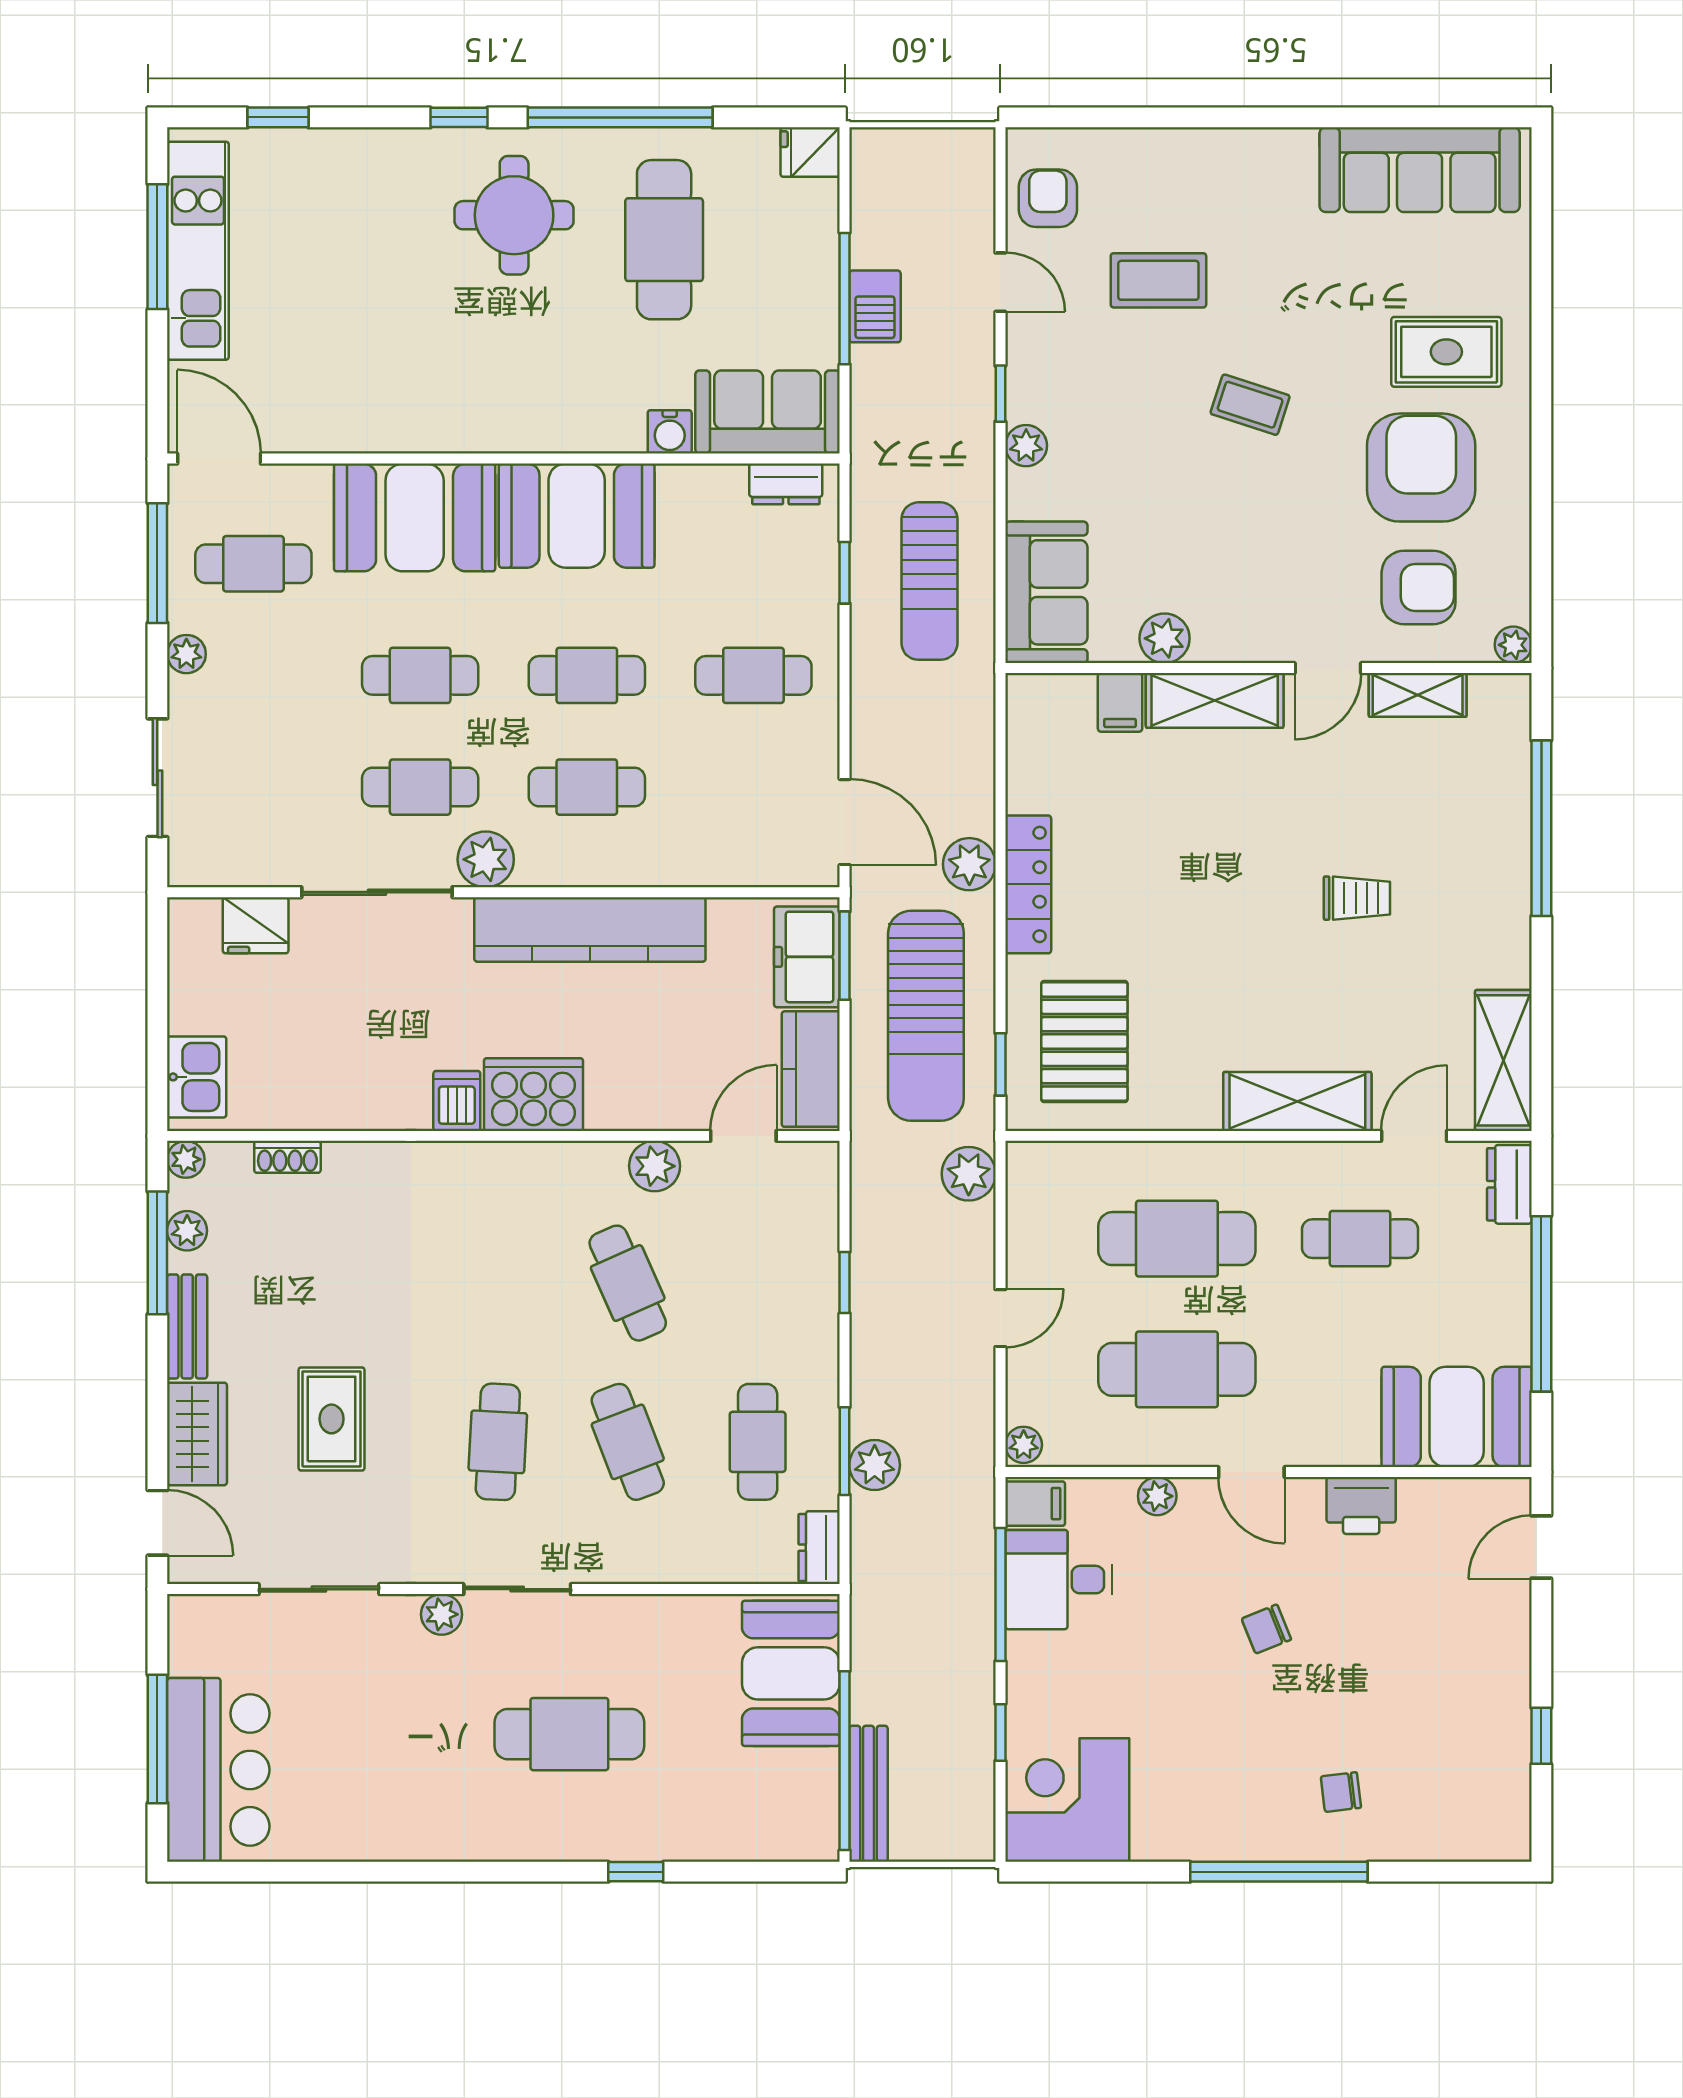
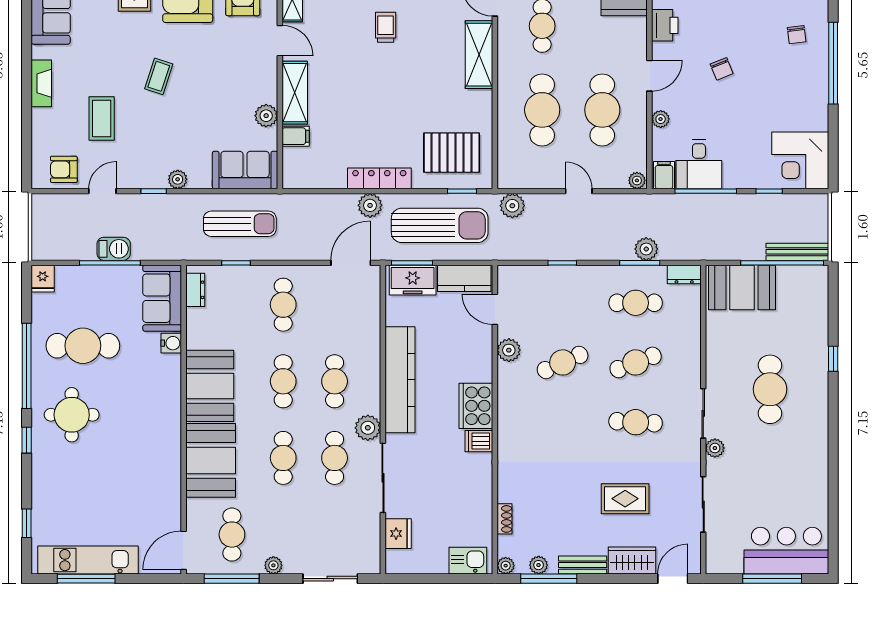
fireplace: (1235, 149) -> (41, 83), added

